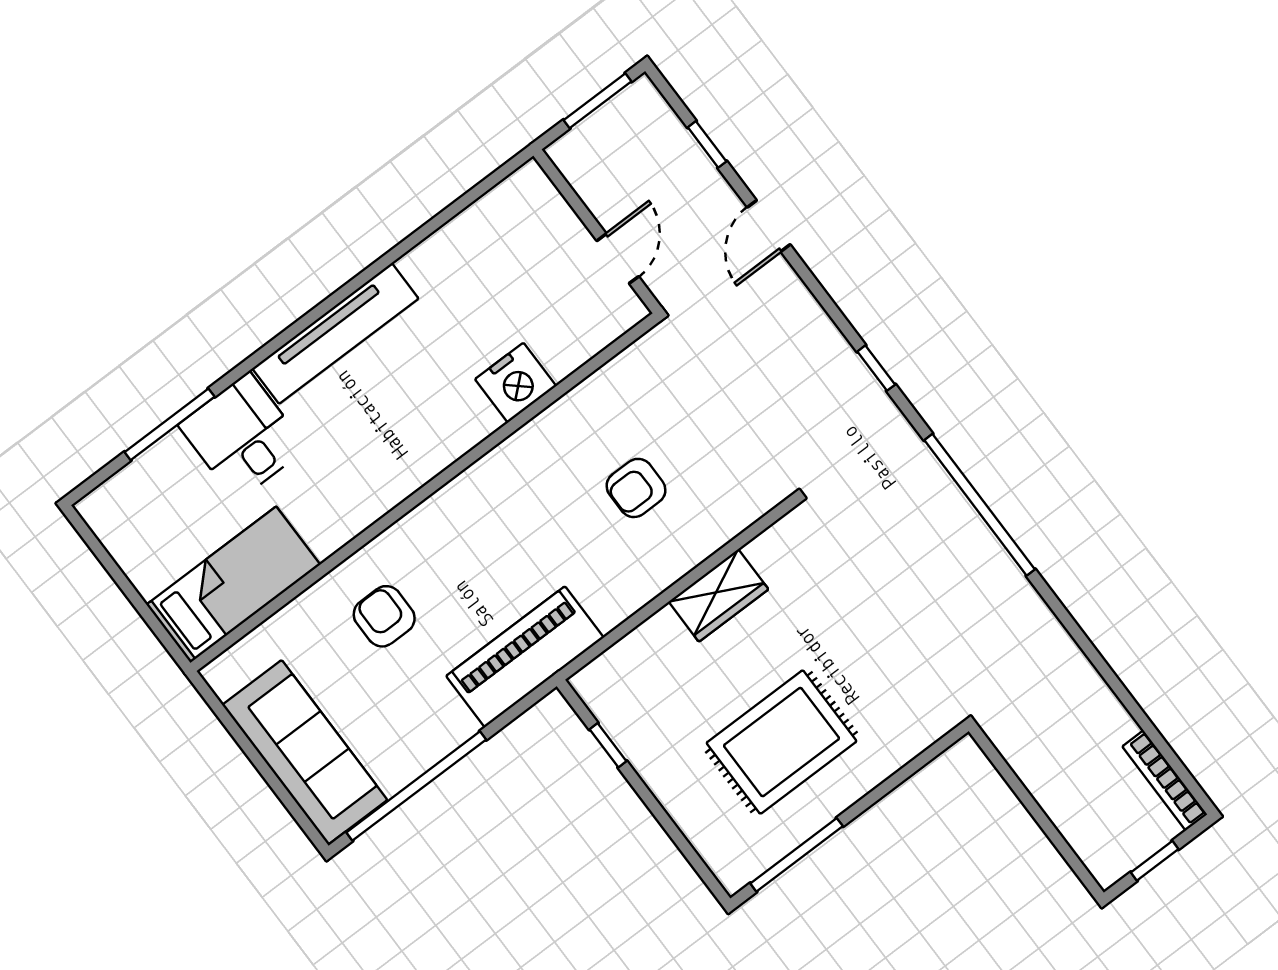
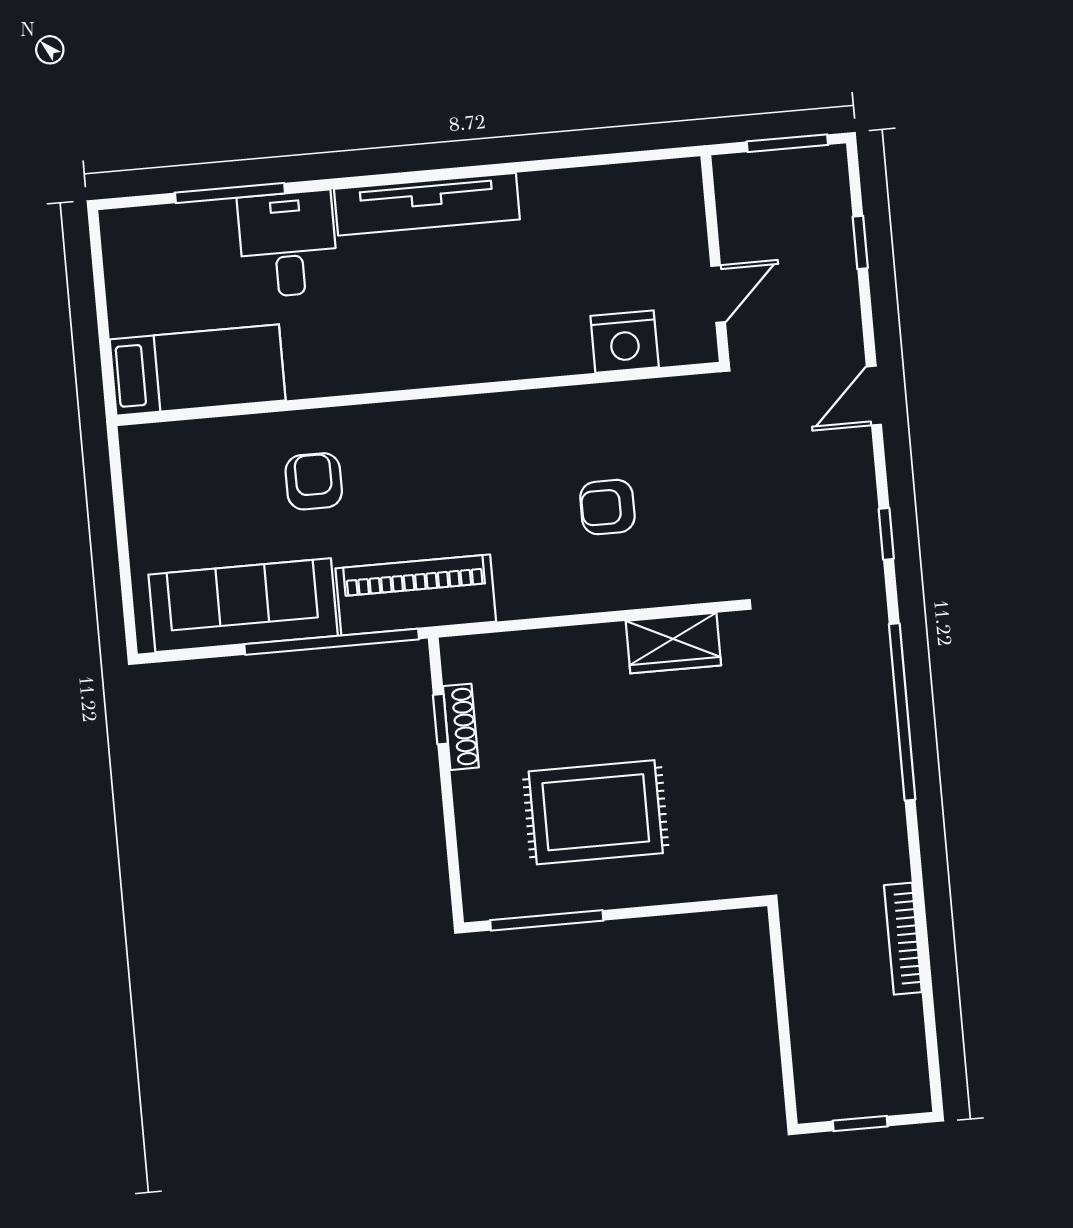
door: (769, 226) -> (874, 396), moved
nightstand: (516, 383) -> (625, 342), moved
wardrobe: (718, 595) -> (673, 643), moved
shoe rack: (628, 741) -> (461, 727), added
sofa: (305, 752) -> (243, 605), moved, turned -90
bookcase: (1165, 780) -> (903, 939), moved
window: (416, 786) -> (332, 642), moved

